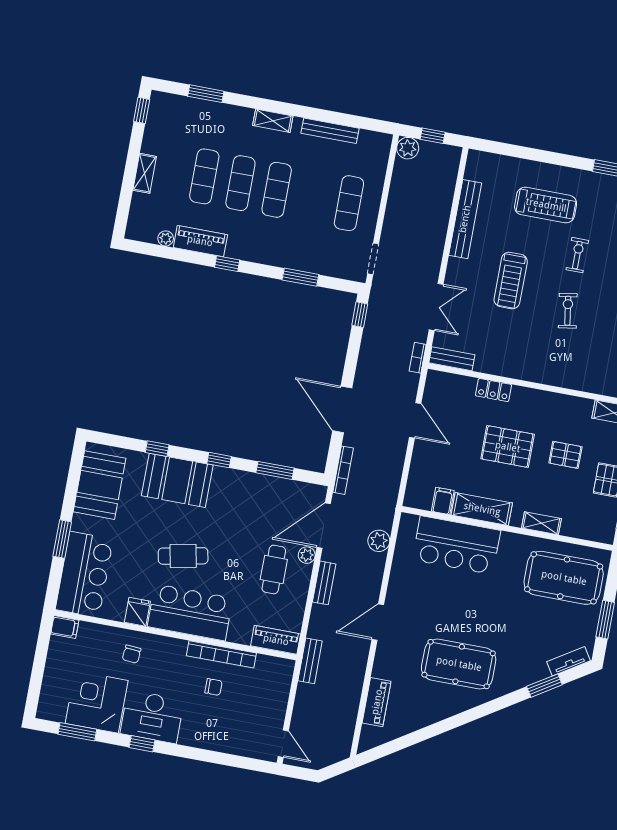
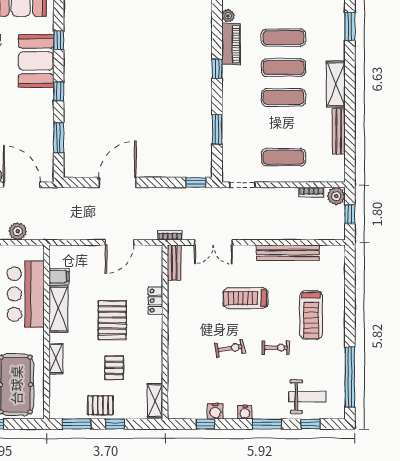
shelving: (273, 121) -> (336, 84), width x1.50, depth x1.33
bookcase: (343, 470) -> (311, 192), moved, width x0.64

